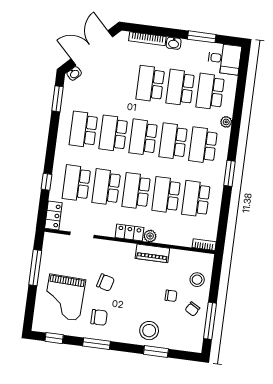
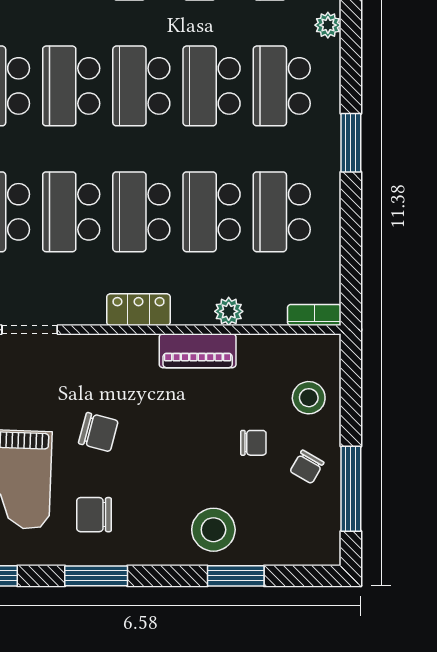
plant: (150, 236) -> (229, 311), moved
chair: (99, 317) -> (94, 515), turned 180

